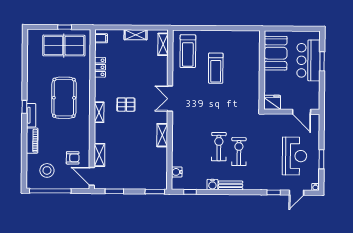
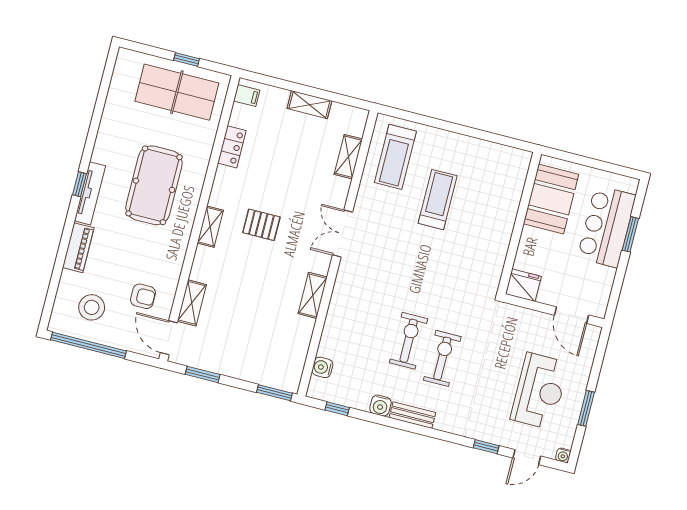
shelving: (163, 44) -> (348, 157), moved
treadmill: (216, 68) -> (438, 200), turned 180
tv unit: (31, 115) -> (90, 193), width x1.41

